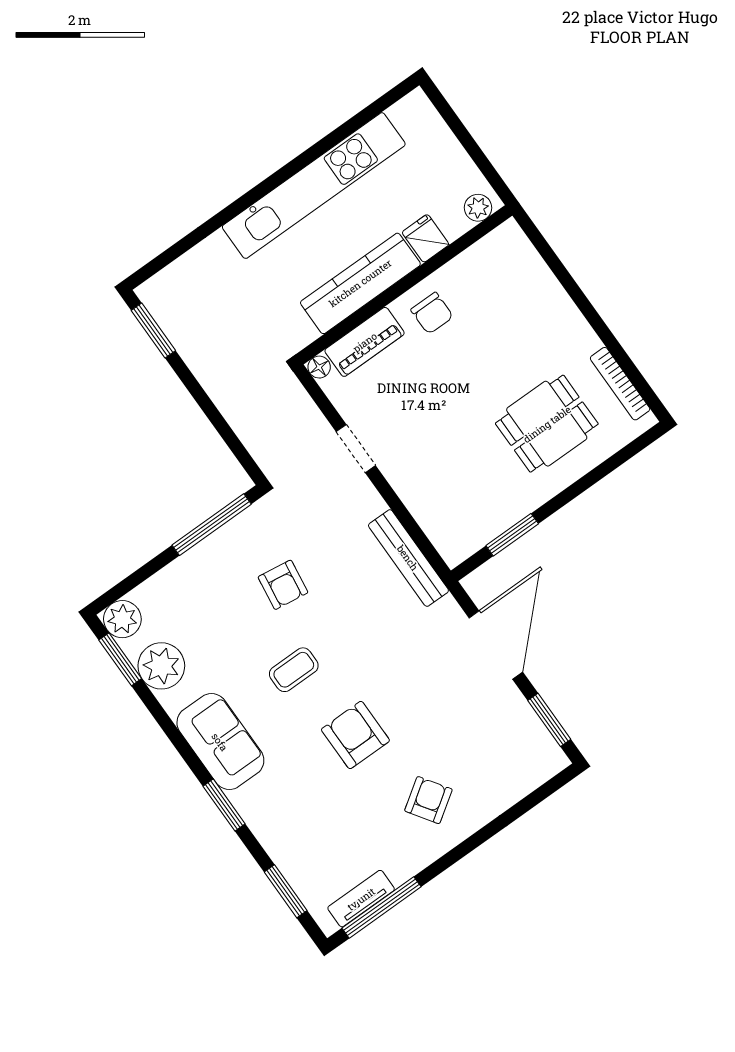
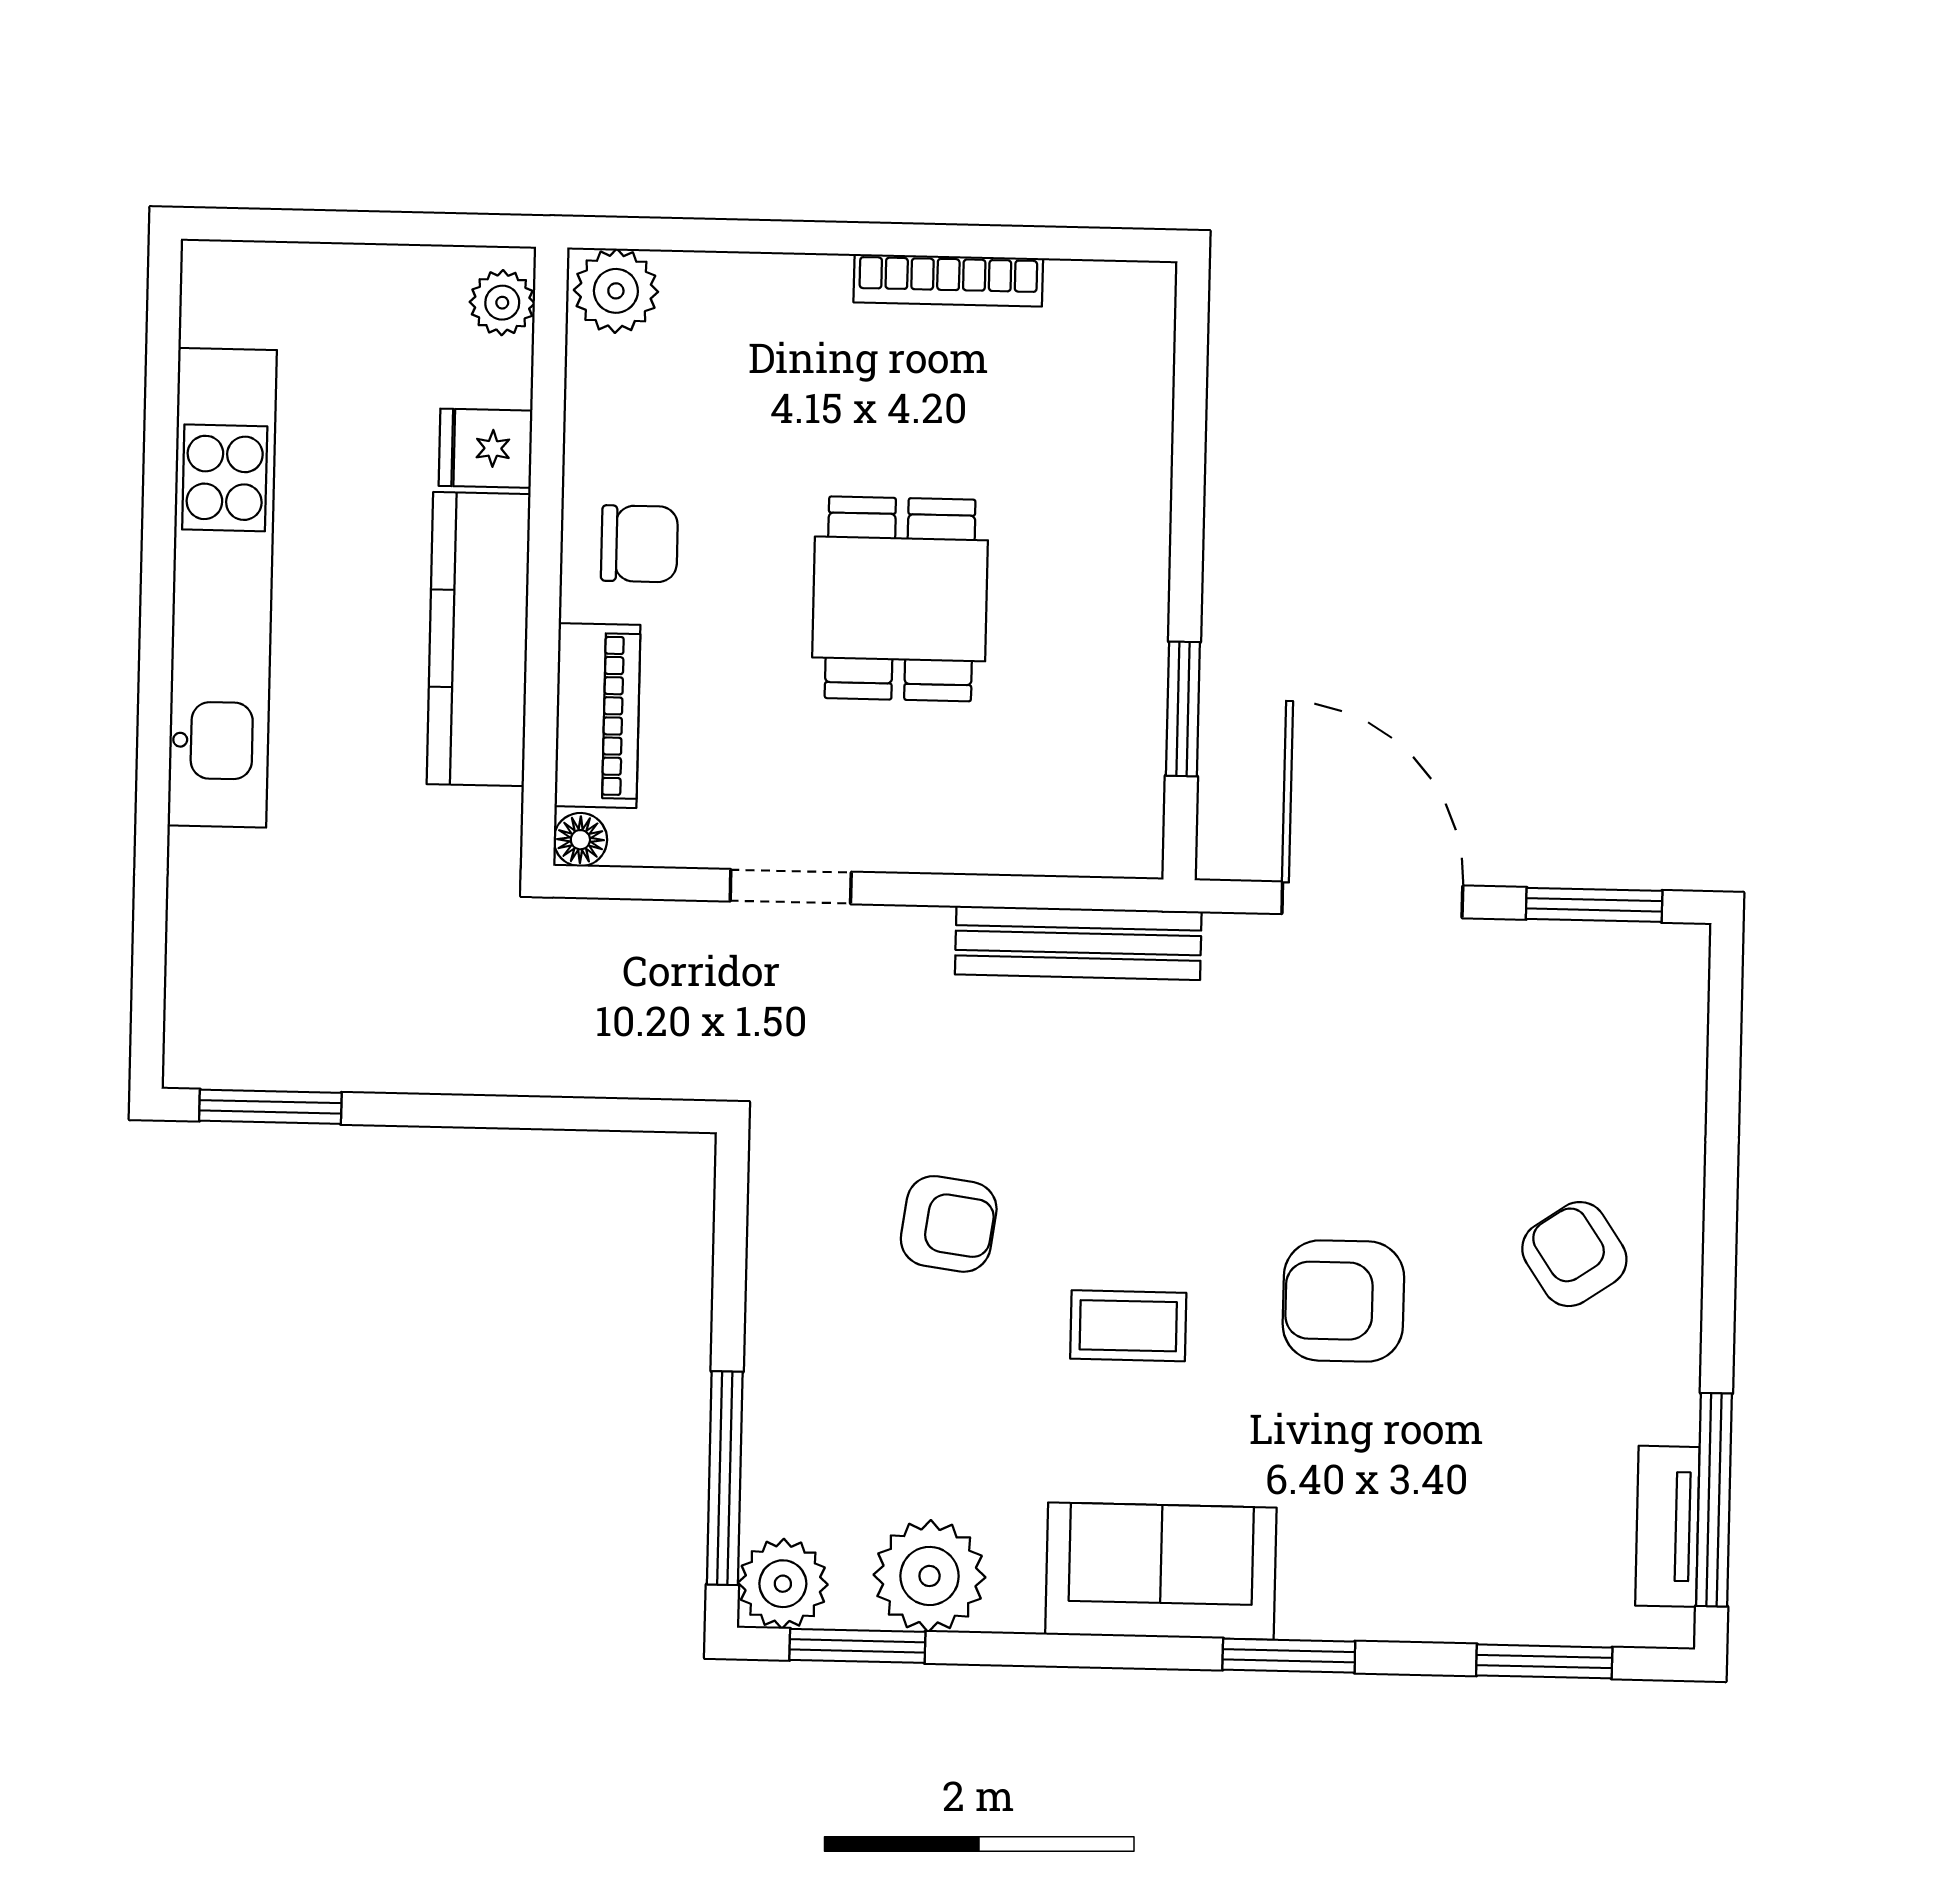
plant: (510, 243) -> (616, 291), added
bookcase: (620, 384) -> (948, 280), moved
dining table: (547, 424) -> (900, 599), moved
window: (212, 525) -> (725, 1478), moved
coffee table: (294, 670) -> (1128, 1326), turned 90

